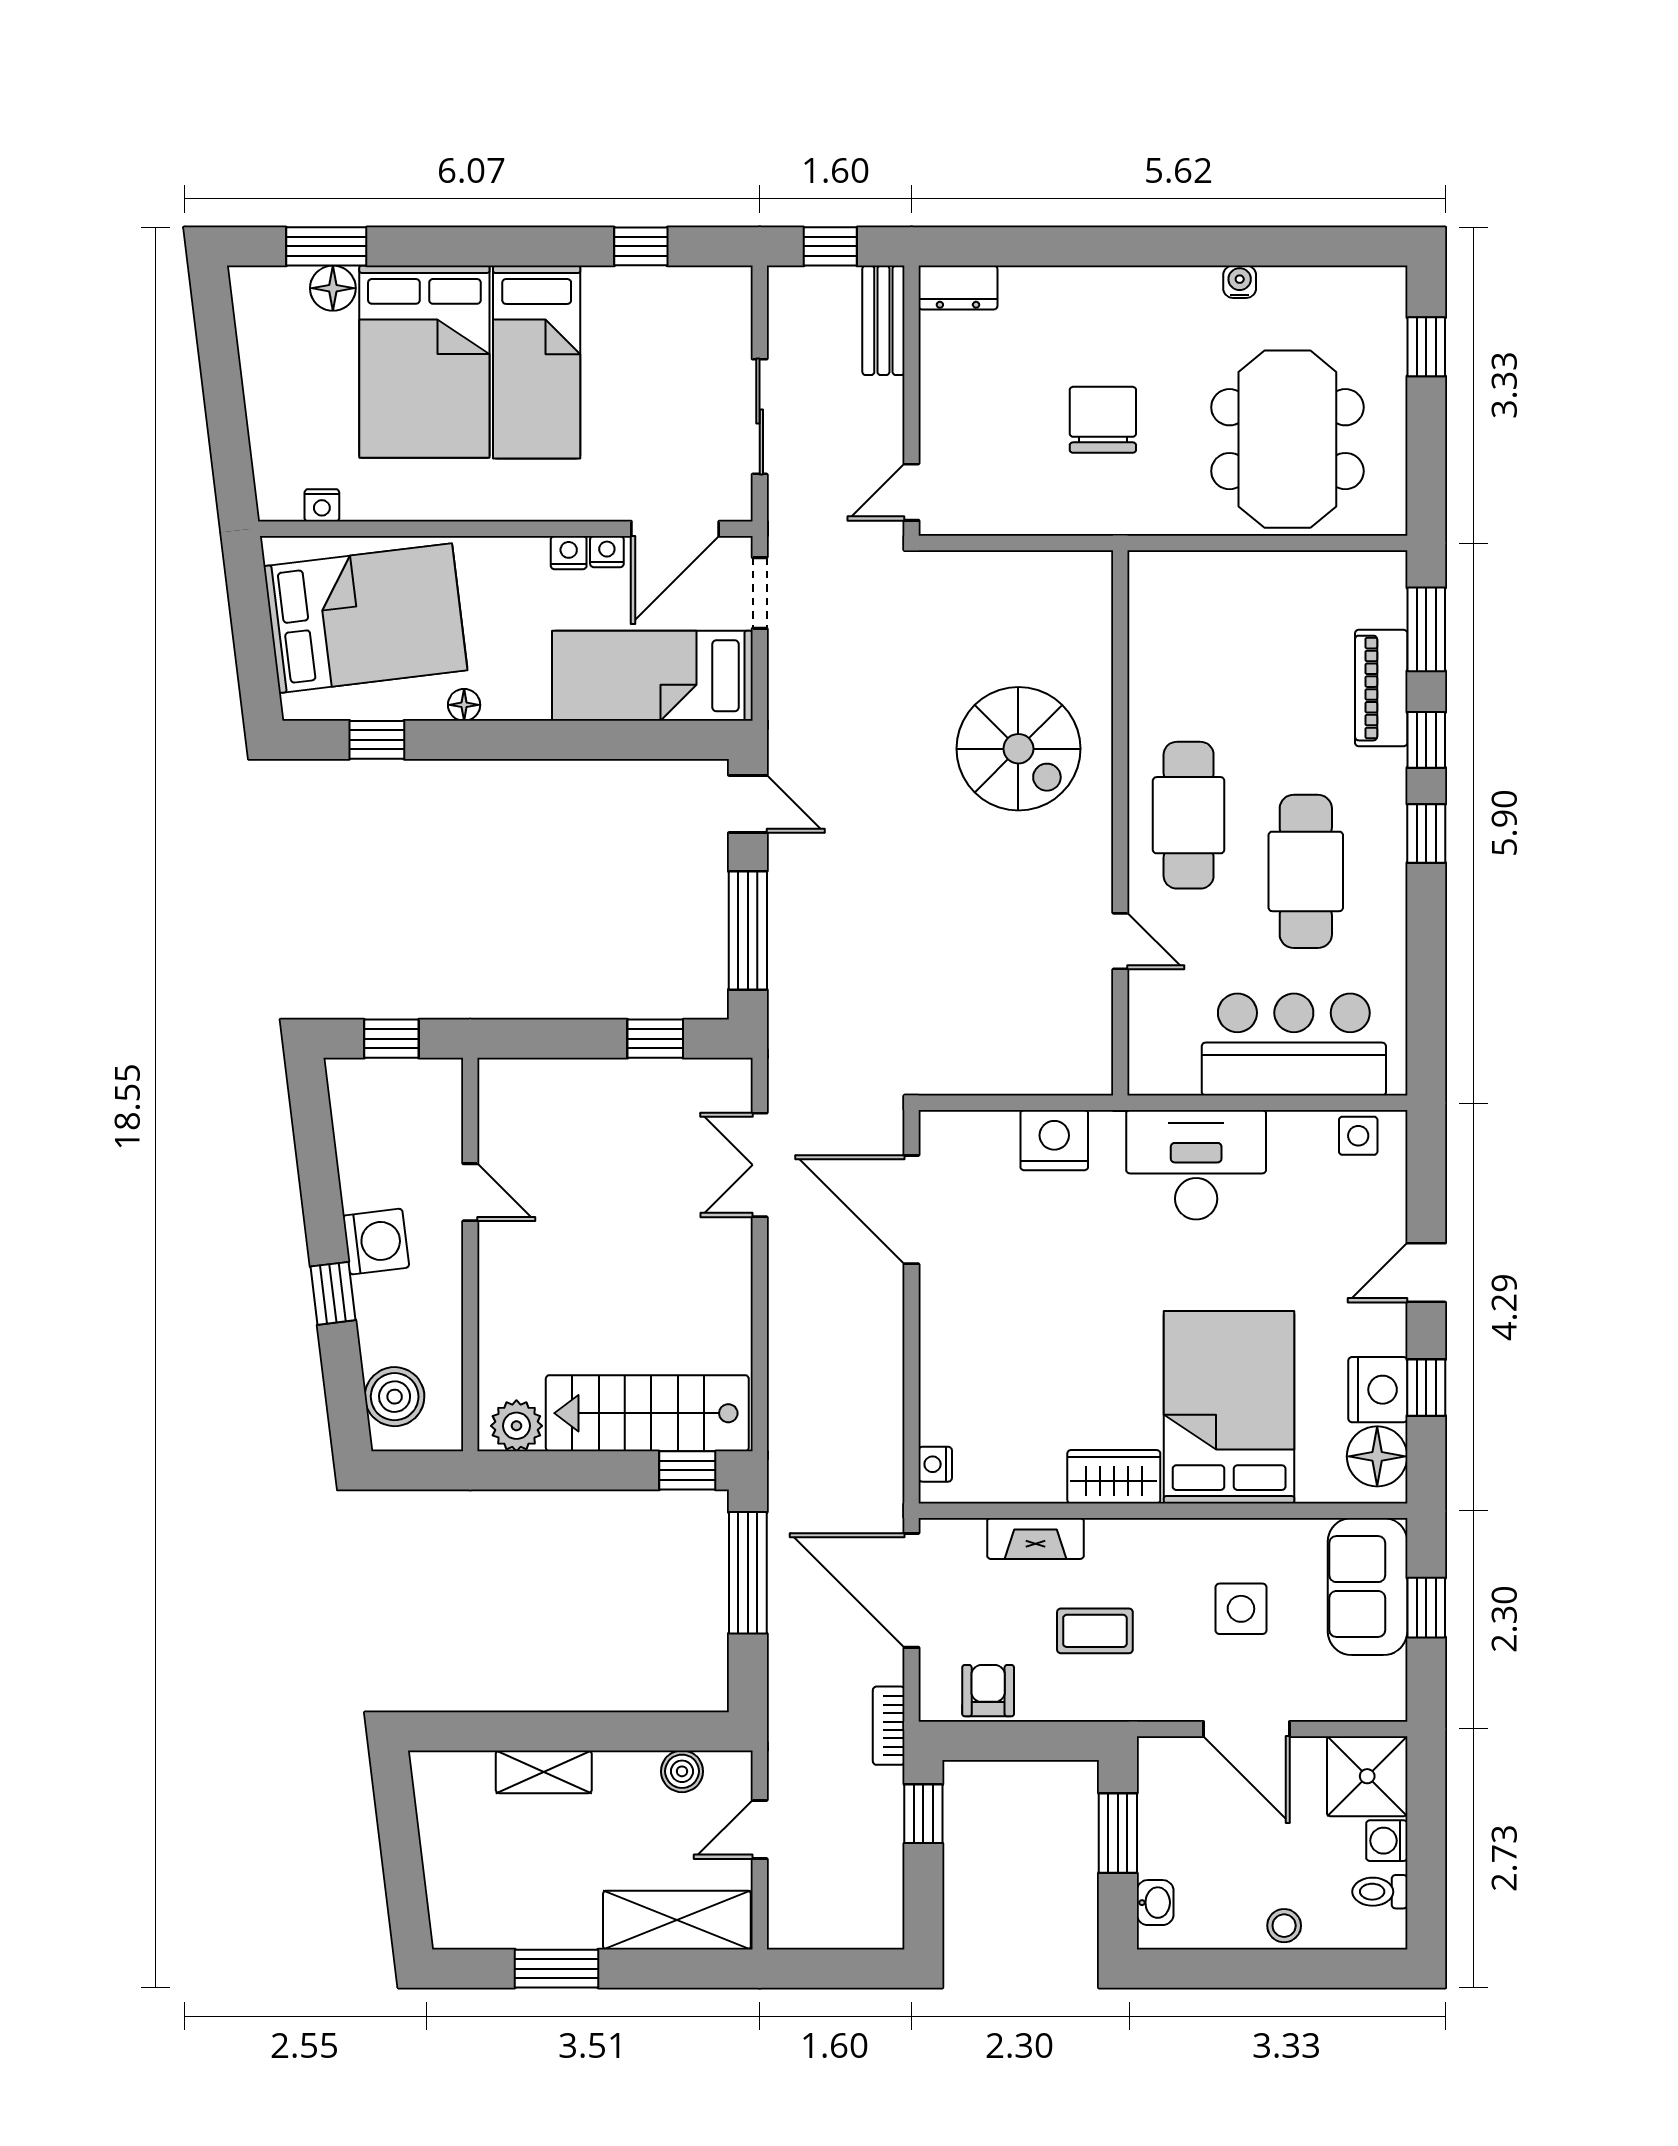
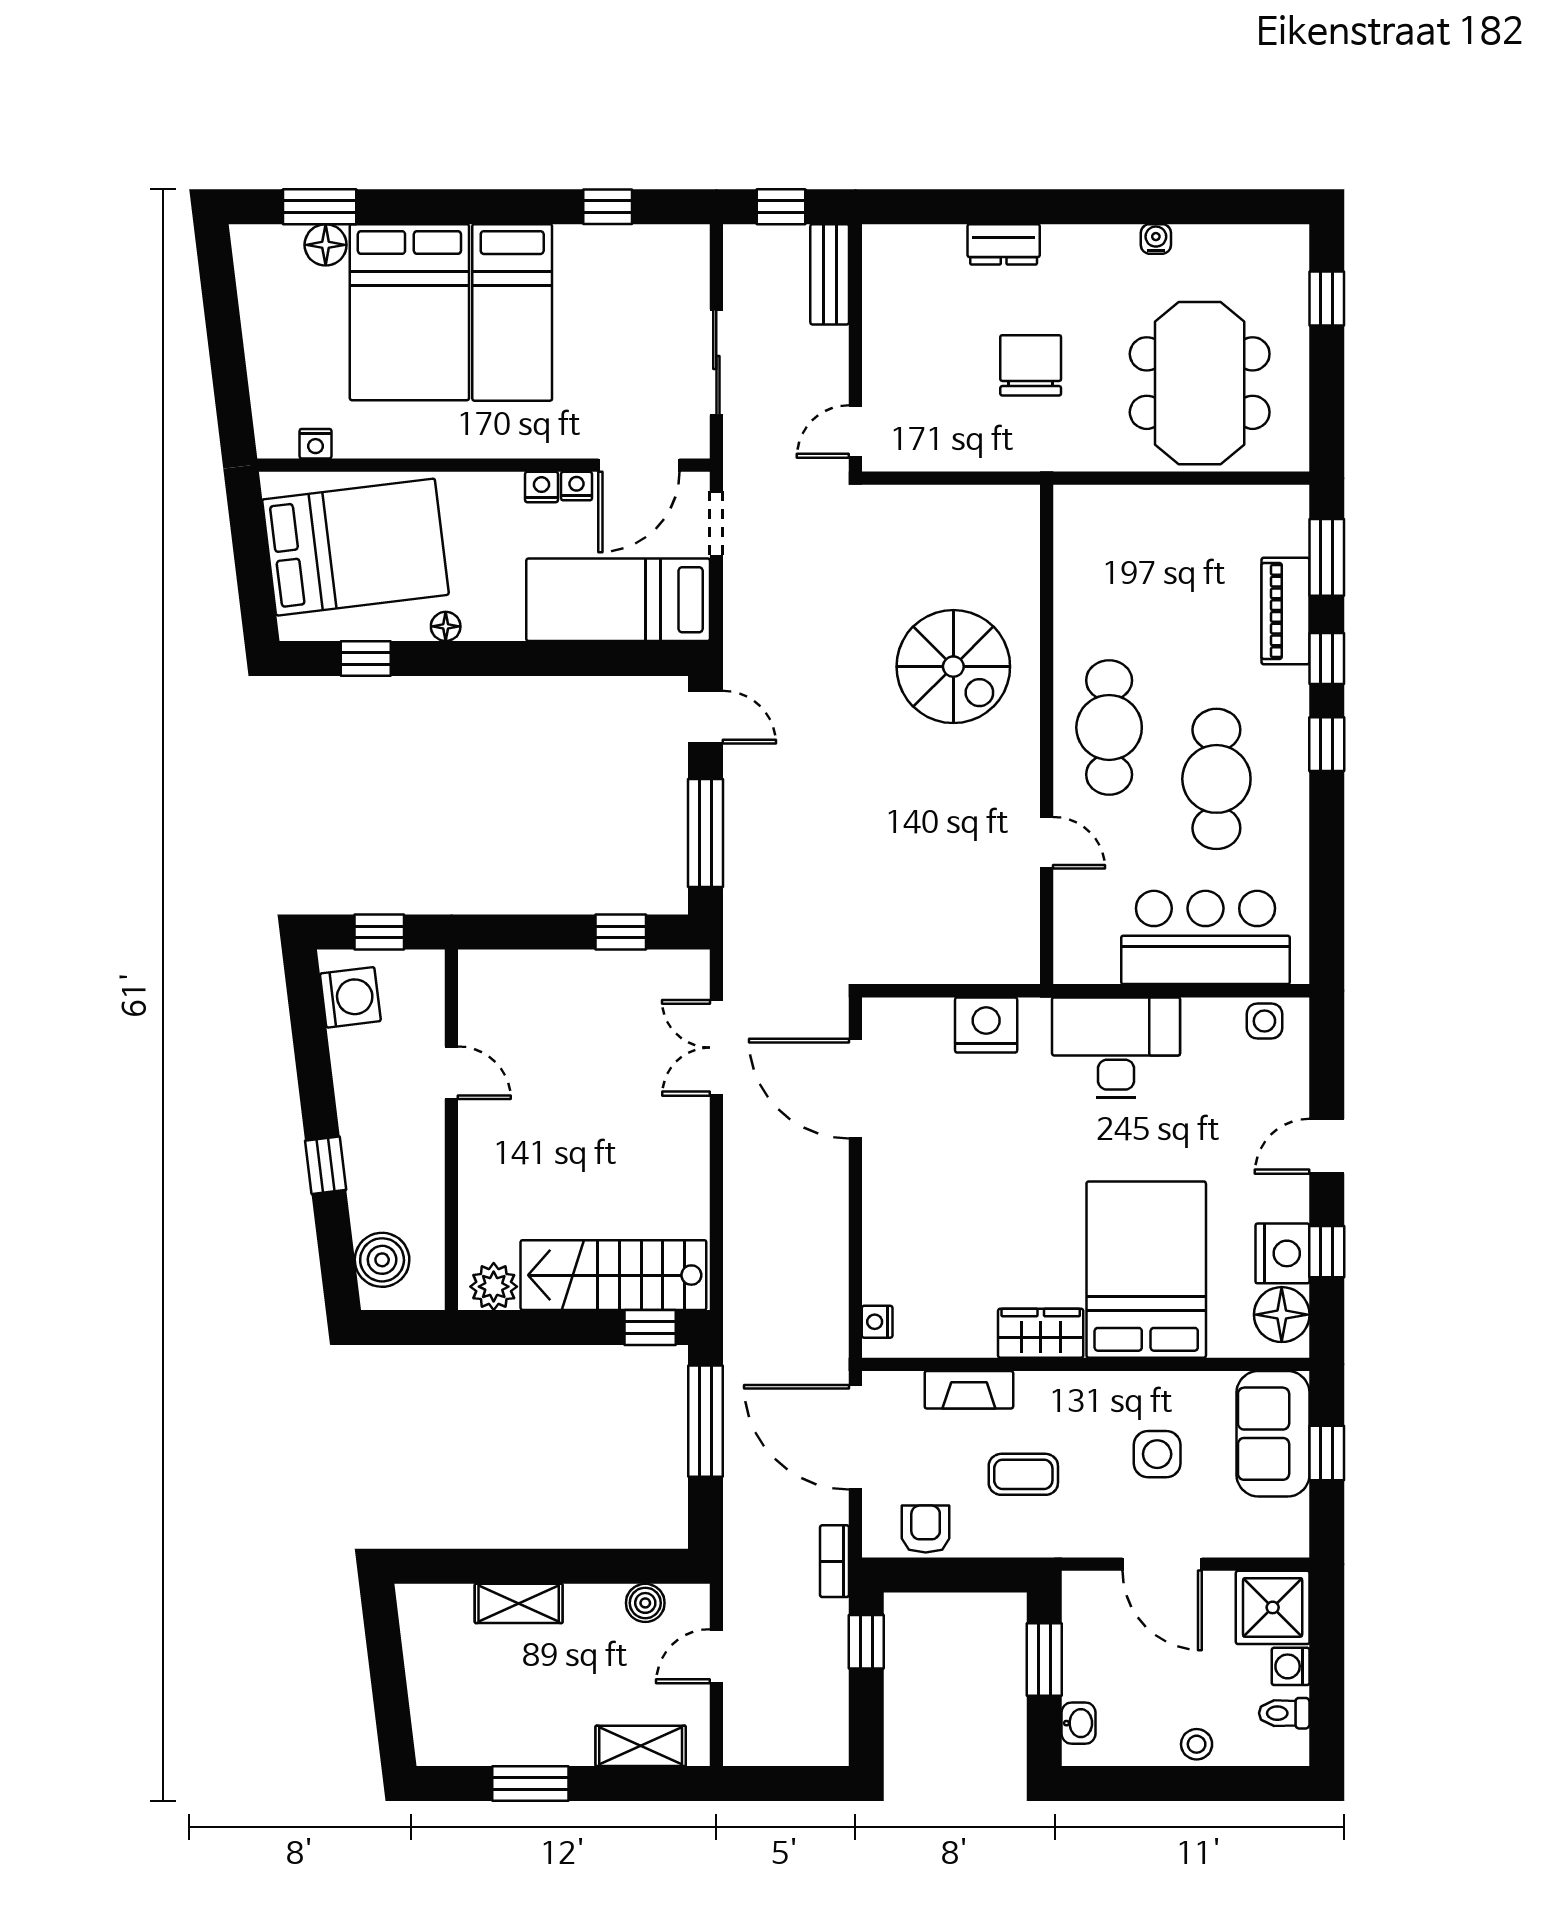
dresser: (958, 288) -> (1004, 244), moved
washing machine: (376, 1242) -> (350, 997), moved
shelving: (677, 1920) -> (641, 1746), width x0.67, depth x0.75

